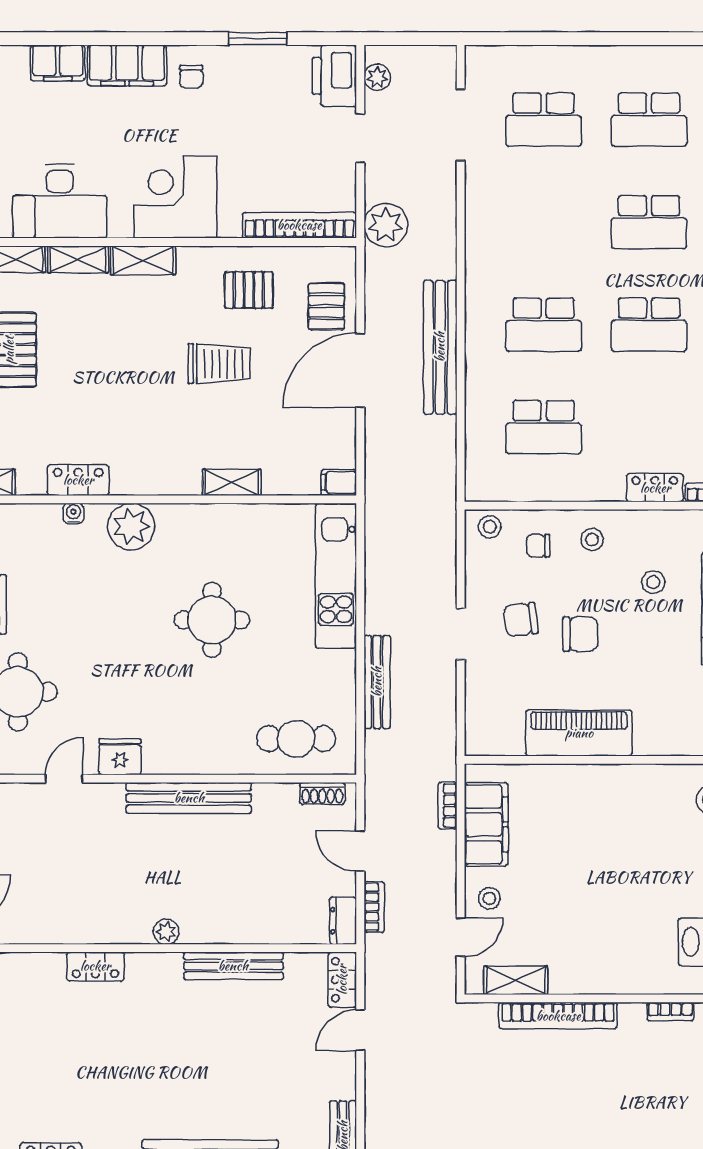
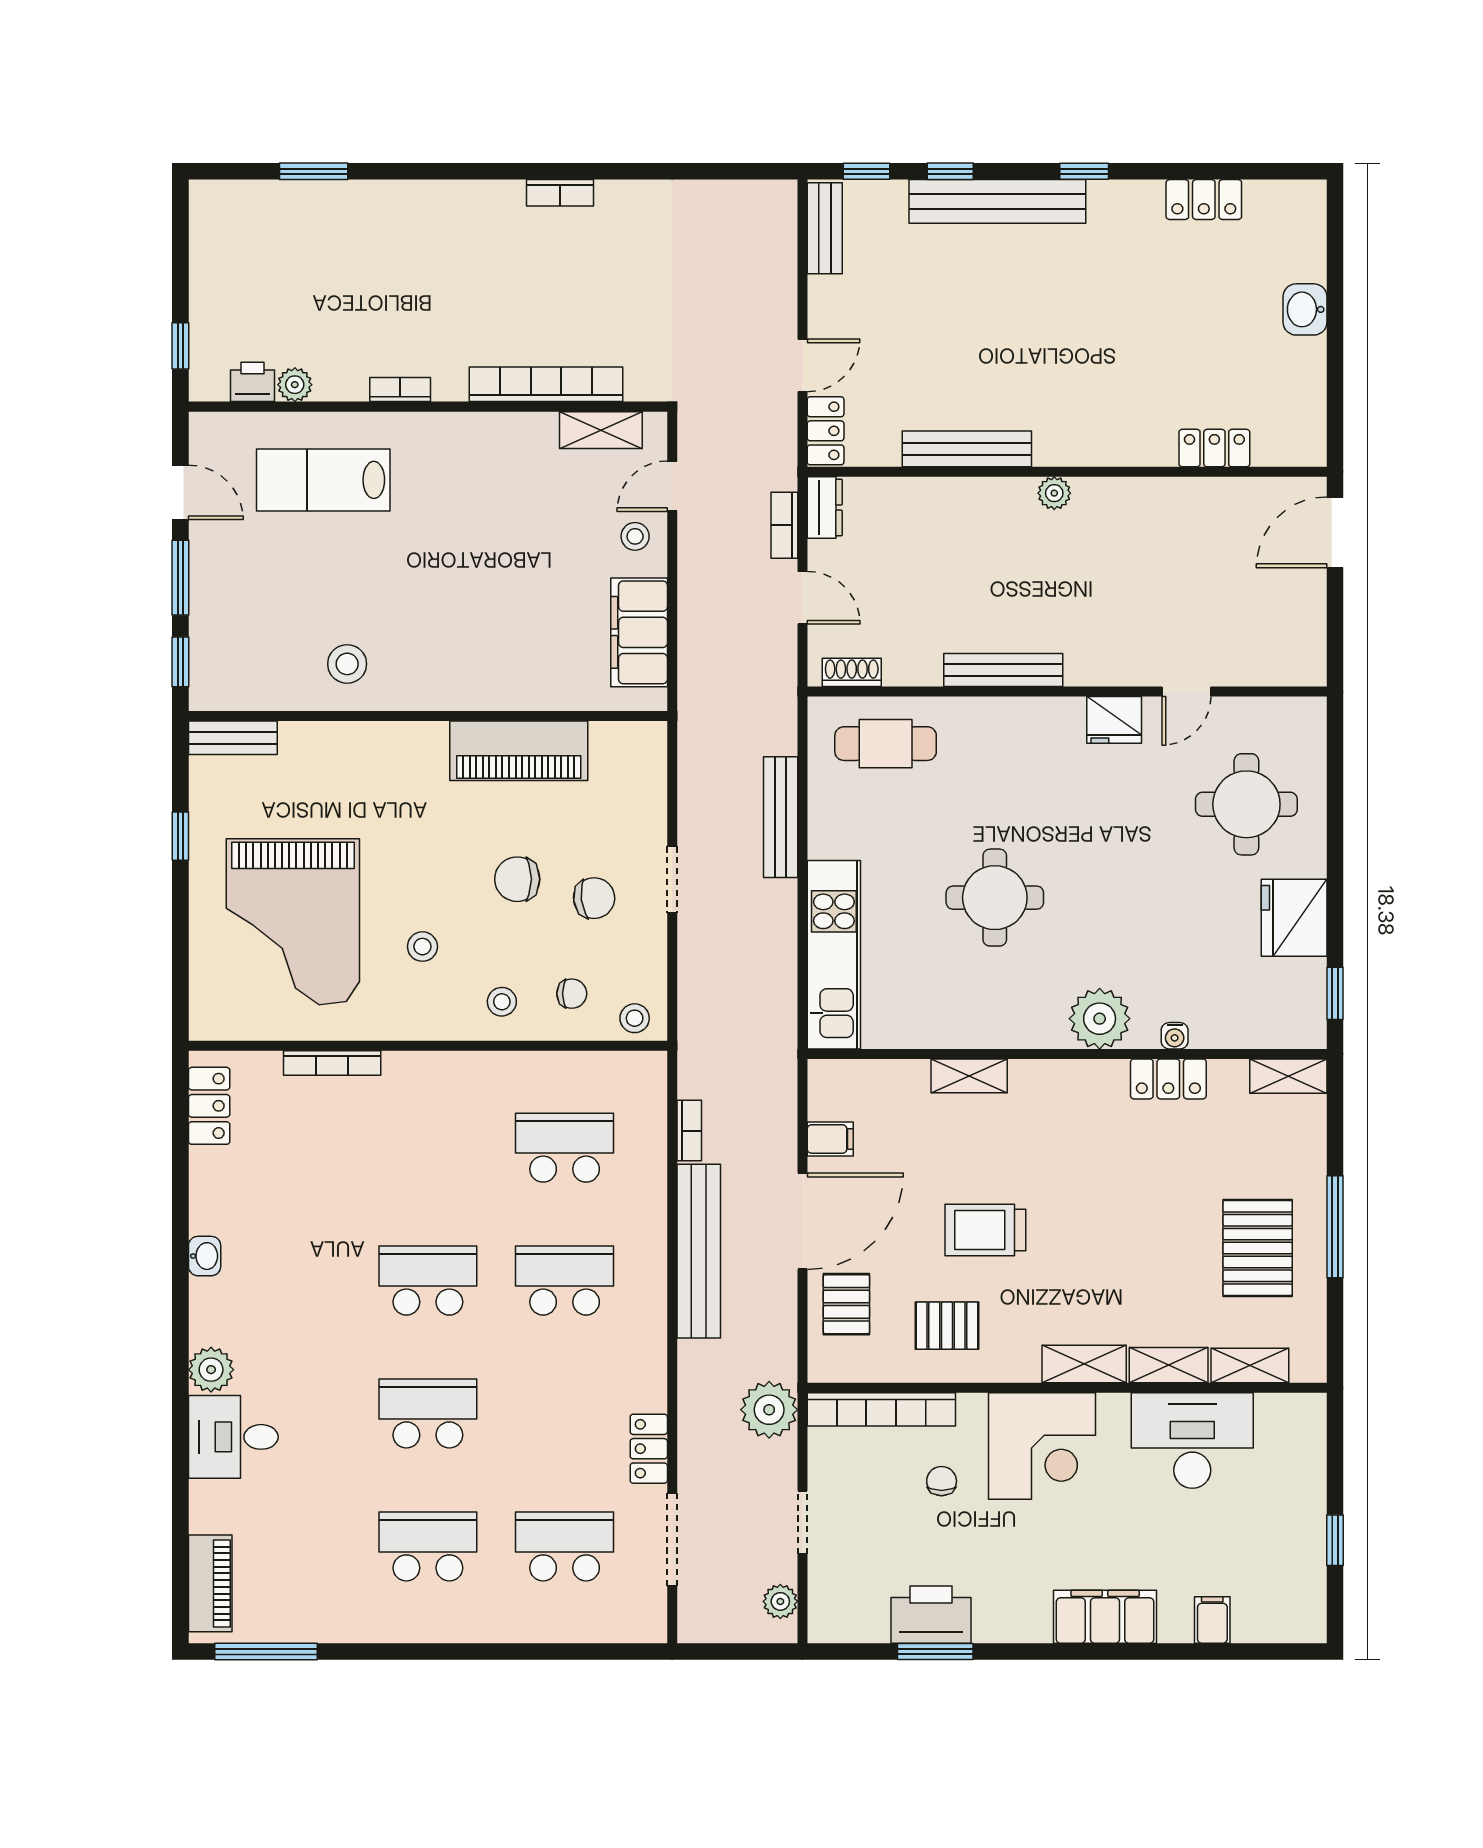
filing cabinet: (58, 63) -> (1212, 1620), width x0.50
printer: (334, 76) -> (931, 1615), moved, turned -90
chair: (191, 77) -> (942, 1481), moved
filing cabinet: (339, 482) -> (830, 1139), moved
locker: (655, 488) -> (649, 1449), moved, turned 90
bench: (189, 798) -> (1003, 670), width x0.73, depth x0.82
bookcase: (448, 806) -> (689, 1131), moved
locker: (95, 966) -> (1214, 448), moved

